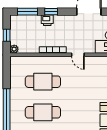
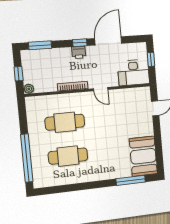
window: (51, 12) -> (80, 43), moved
printer: (47, 20) -> (79, 52), moved

